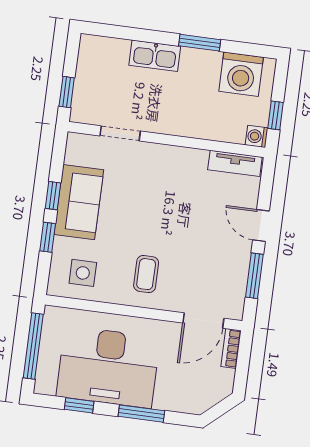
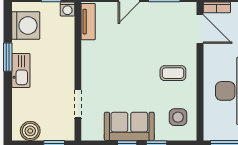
kitchen sink: (155, 56) -> (21, 70), moved
boiler: (91, 61) -> (30, 131), added

